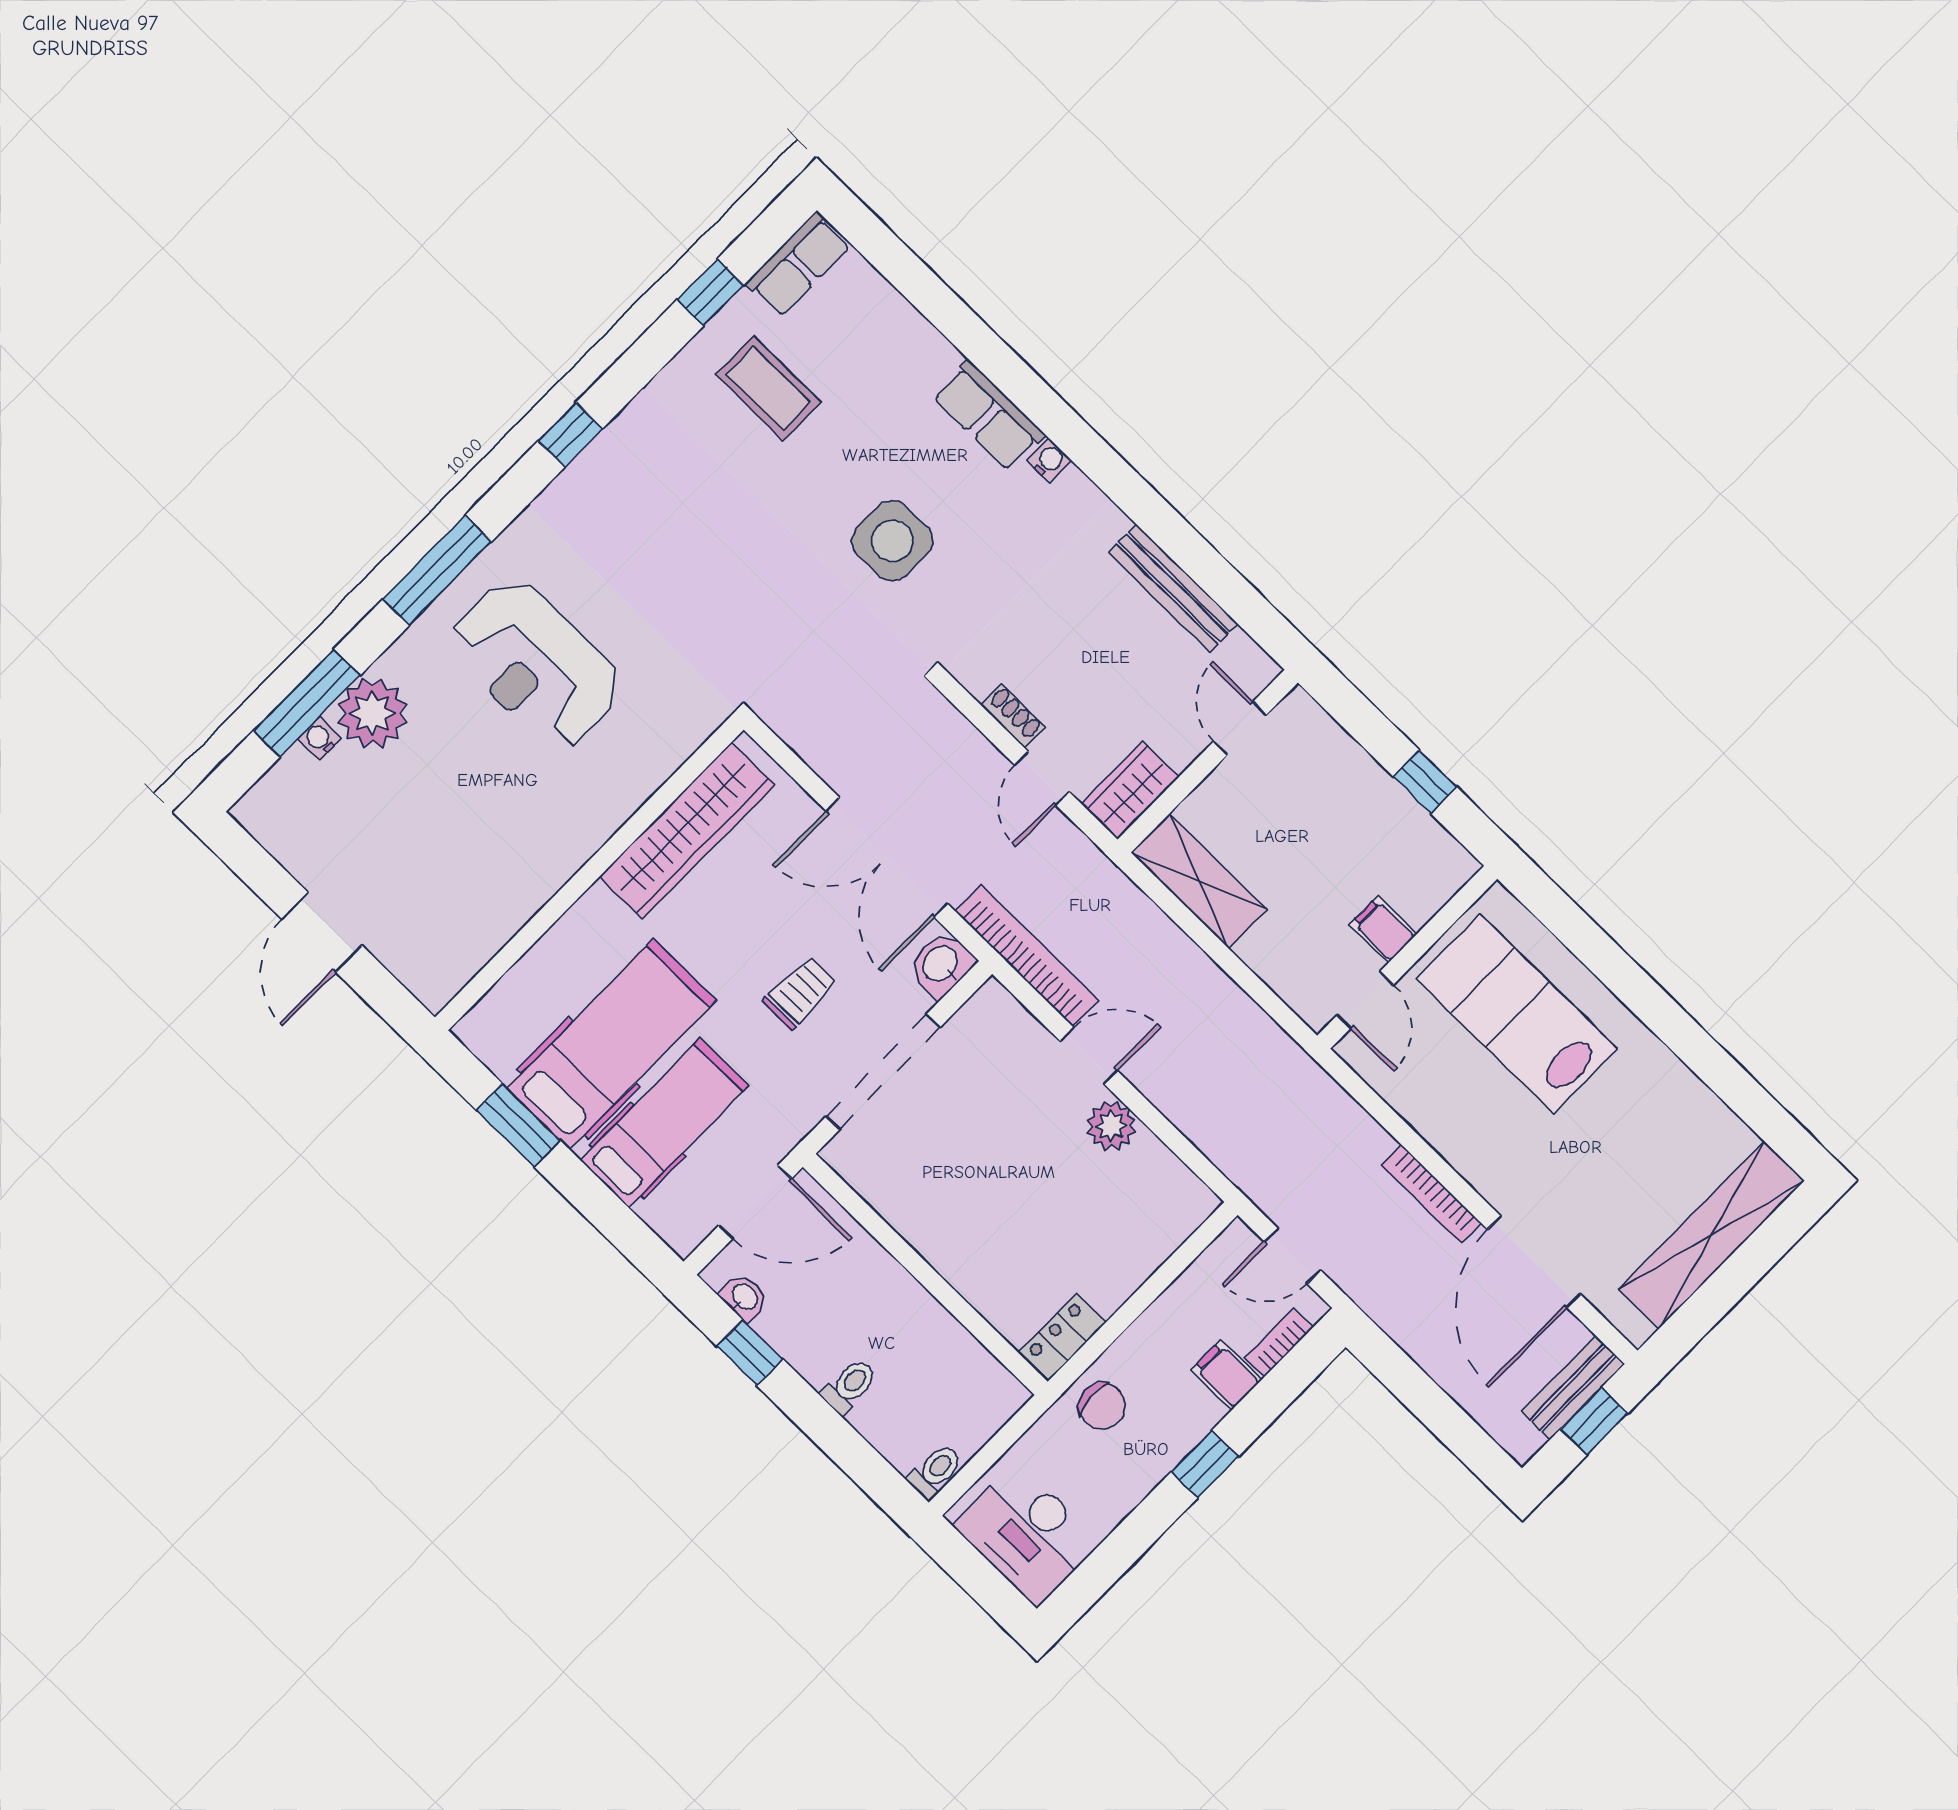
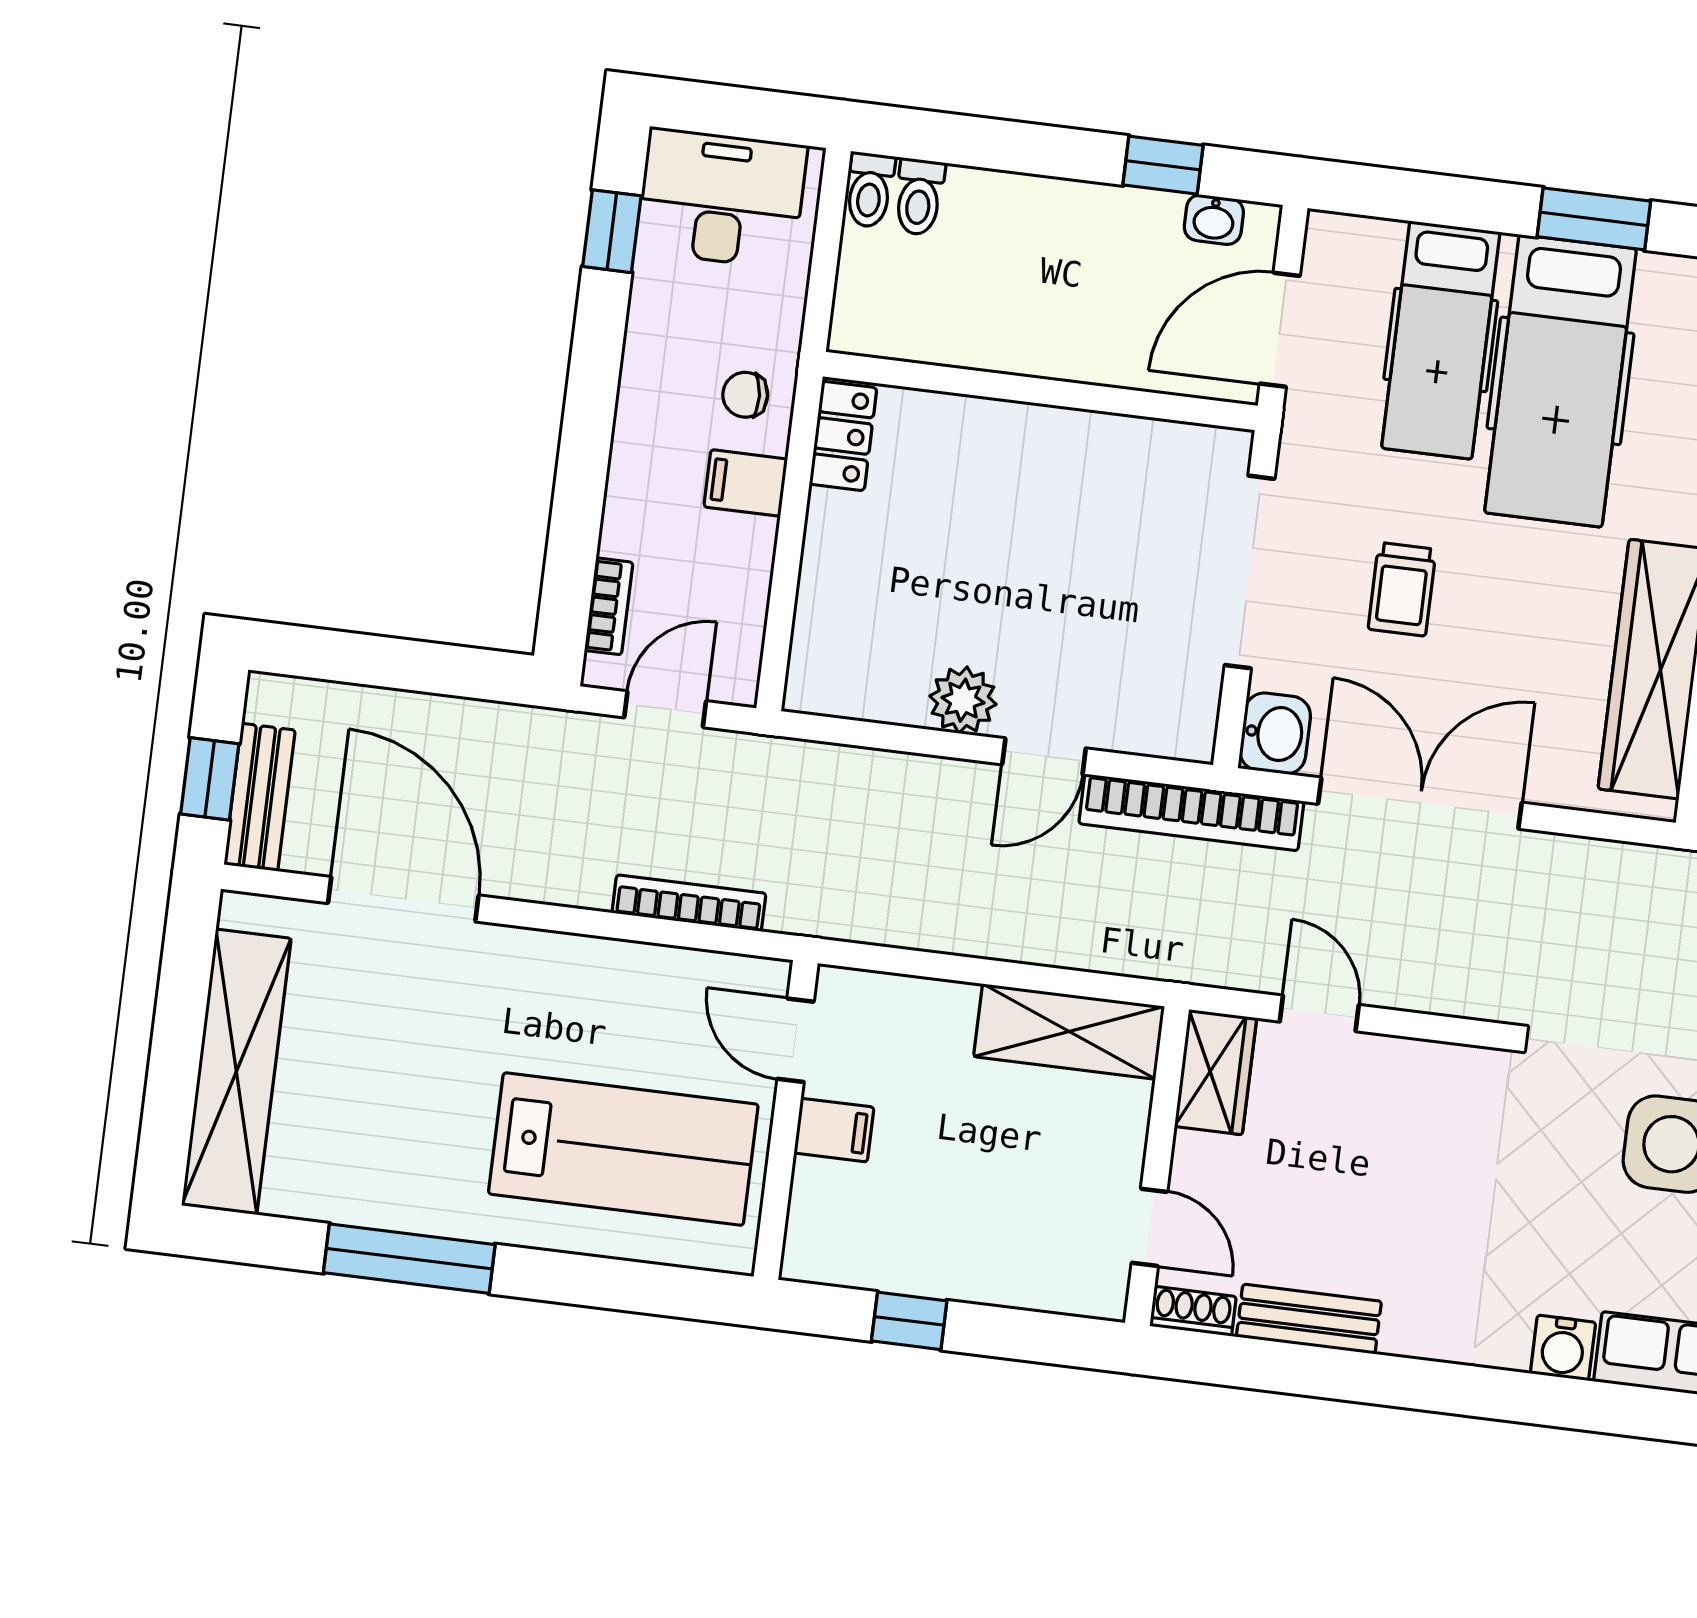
water cooler: (1049, 460) -> (1563, 1348), width x1.38, depth x1.38
bench: (1173, 588) -> (1309, 1319), width x0.73
shoe rack: (1013, 716) -> (1193, 1311), moved, turned 180
window: (1694, 1046) -> (409, 1259), added
bookcase: (1432, 1194) -> (689, 903), moved
filing cabinet: (1226, 1375) -> (746, 483), moved, turned 180
toilet: (850, 1386) -> (919, 197), moved
chair: (1102, 1406) -> (745, 395), width x0.73, depth x0.73
window: (1205, 1464) -> (612, 231), moved

